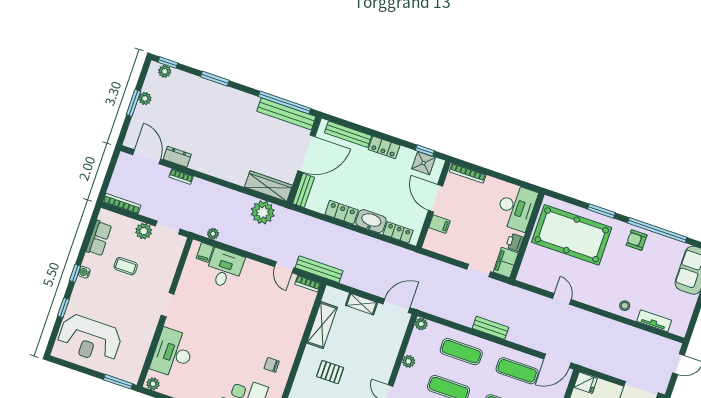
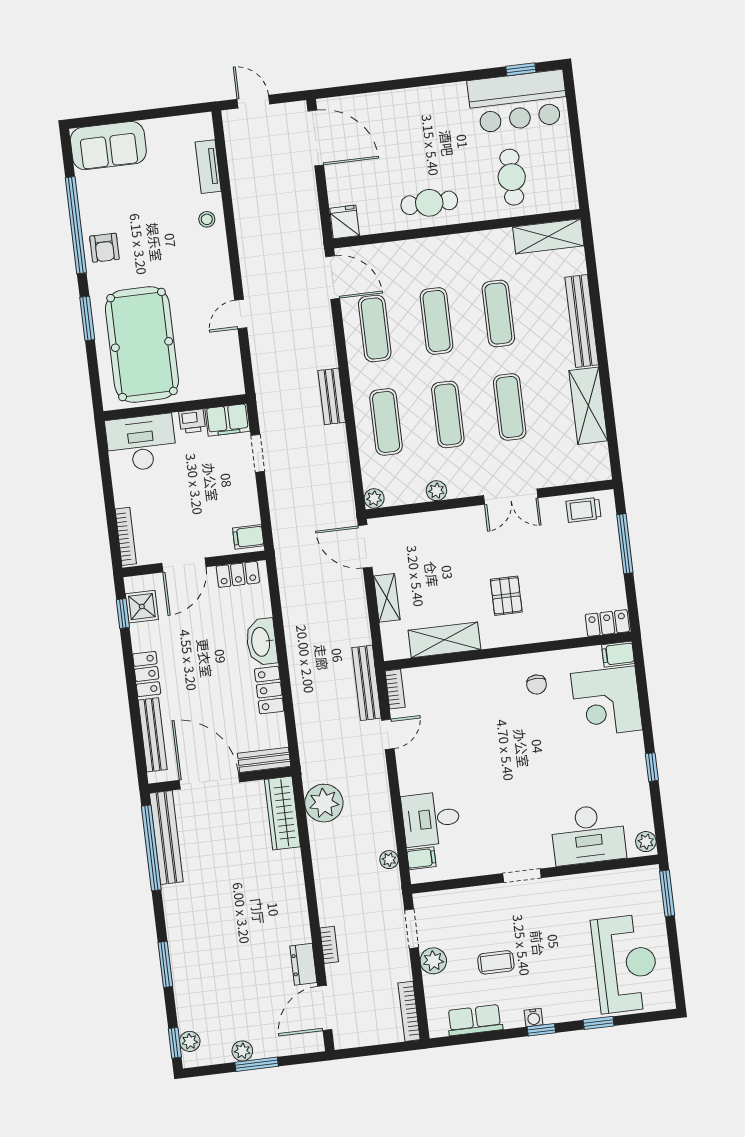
filing cabinet: (439, 224) -> (248, 537), moved, turned -90
locker: (398, 232) -> (238, 574), moved, turned -90
coffee table: (126, 266) -> (496, 962), turned 90

